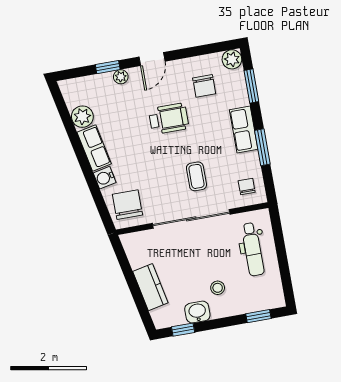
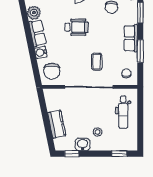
wheelchair: (169, 119) -> (77, 27), moved
chair: (128, 205) -> (52, 71), turned 180

